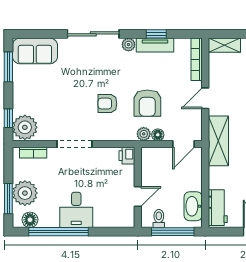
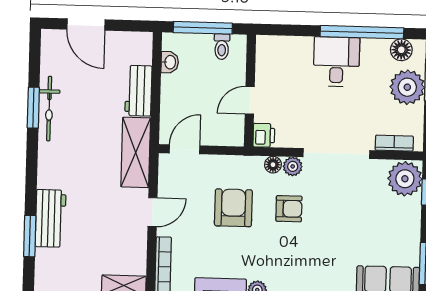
plant: (144, 134) -> (293, 166), moved
floor lamp: (158, 135) -> (273, 165), moved
doorway: (74, 144) -> (336, 154), width x1.36
door: (138, 196) -> (250, 100), moved
washbasin: (193, 206) -> (170, 62), width x0.52, depth x0.69
workbench: (218, 208) -> (138, 91), moved

